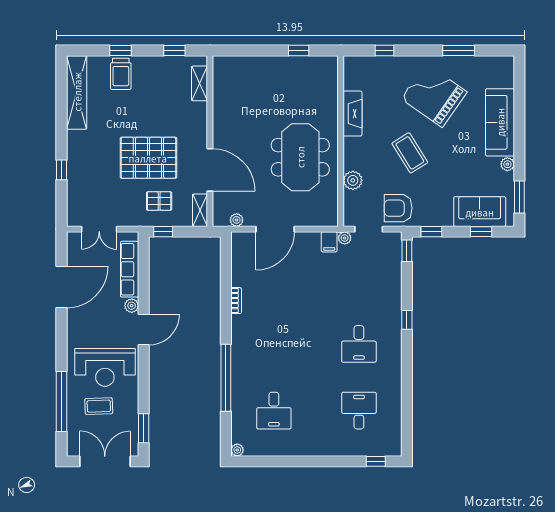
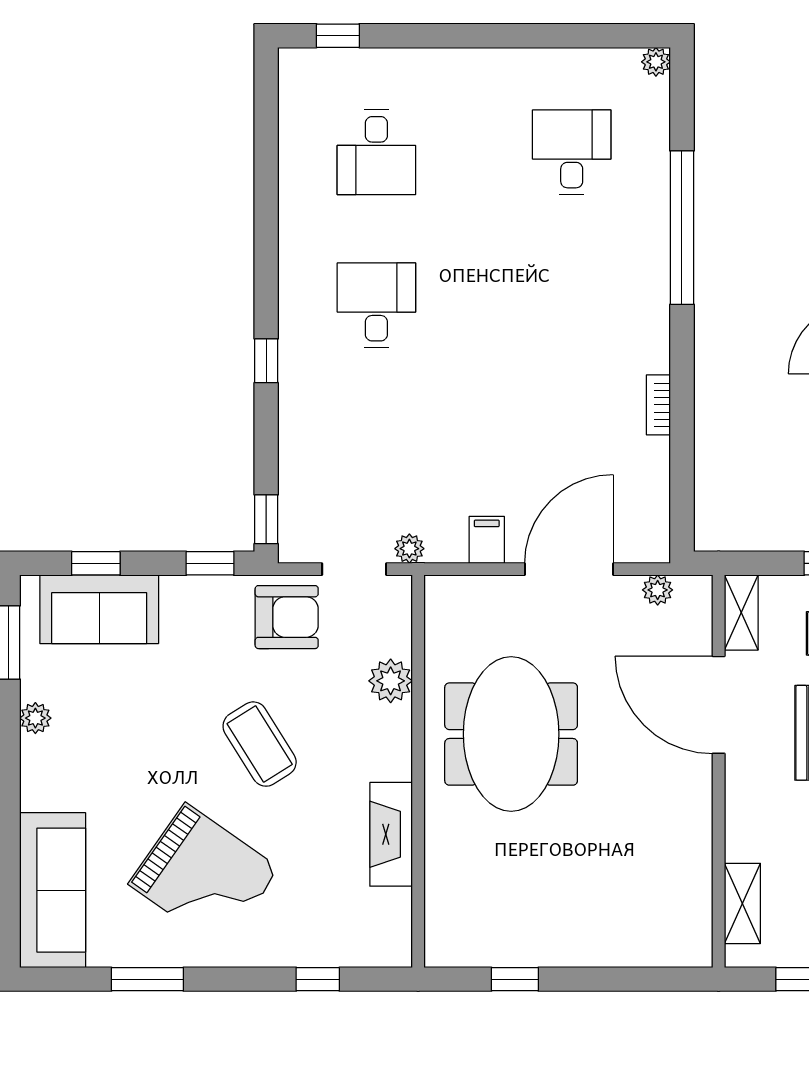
sofa: (500, 122) -> (53, 890), moved
filing cabinet: (329, 242) -> (487, 540), moved

